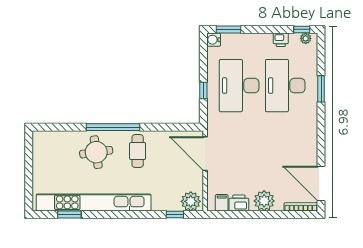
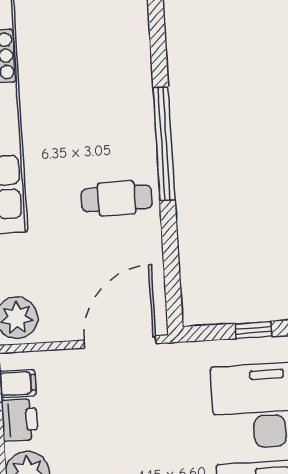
round table: (96, 152) -> (109, 111), removed

